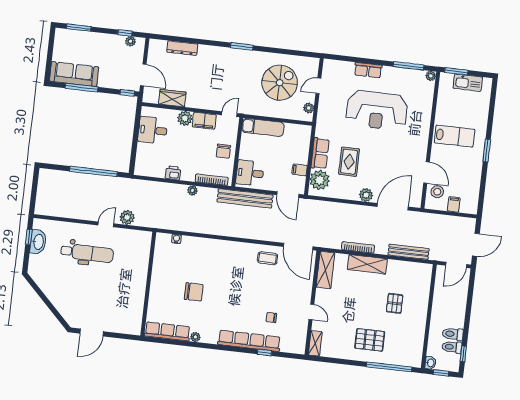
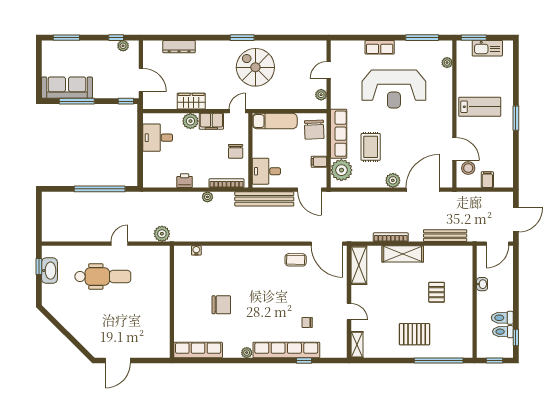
plant: (431, 76) -> (447, 63), moved
spiral stairs: (280, 83) -> (255, 67), moved, turned -90
wardrobe: (172, 98) -> (191, 101), moved
chair: (299, 140) -> (314, 130), added
row of seats: (320, 153) -> (339, 134), width x1.48
plant: (127, 217) -> (162, 234), moved
plant: (195, 337) -> (247, 353), moved
washbasin: (430, 363) -> (482, 284), moved

